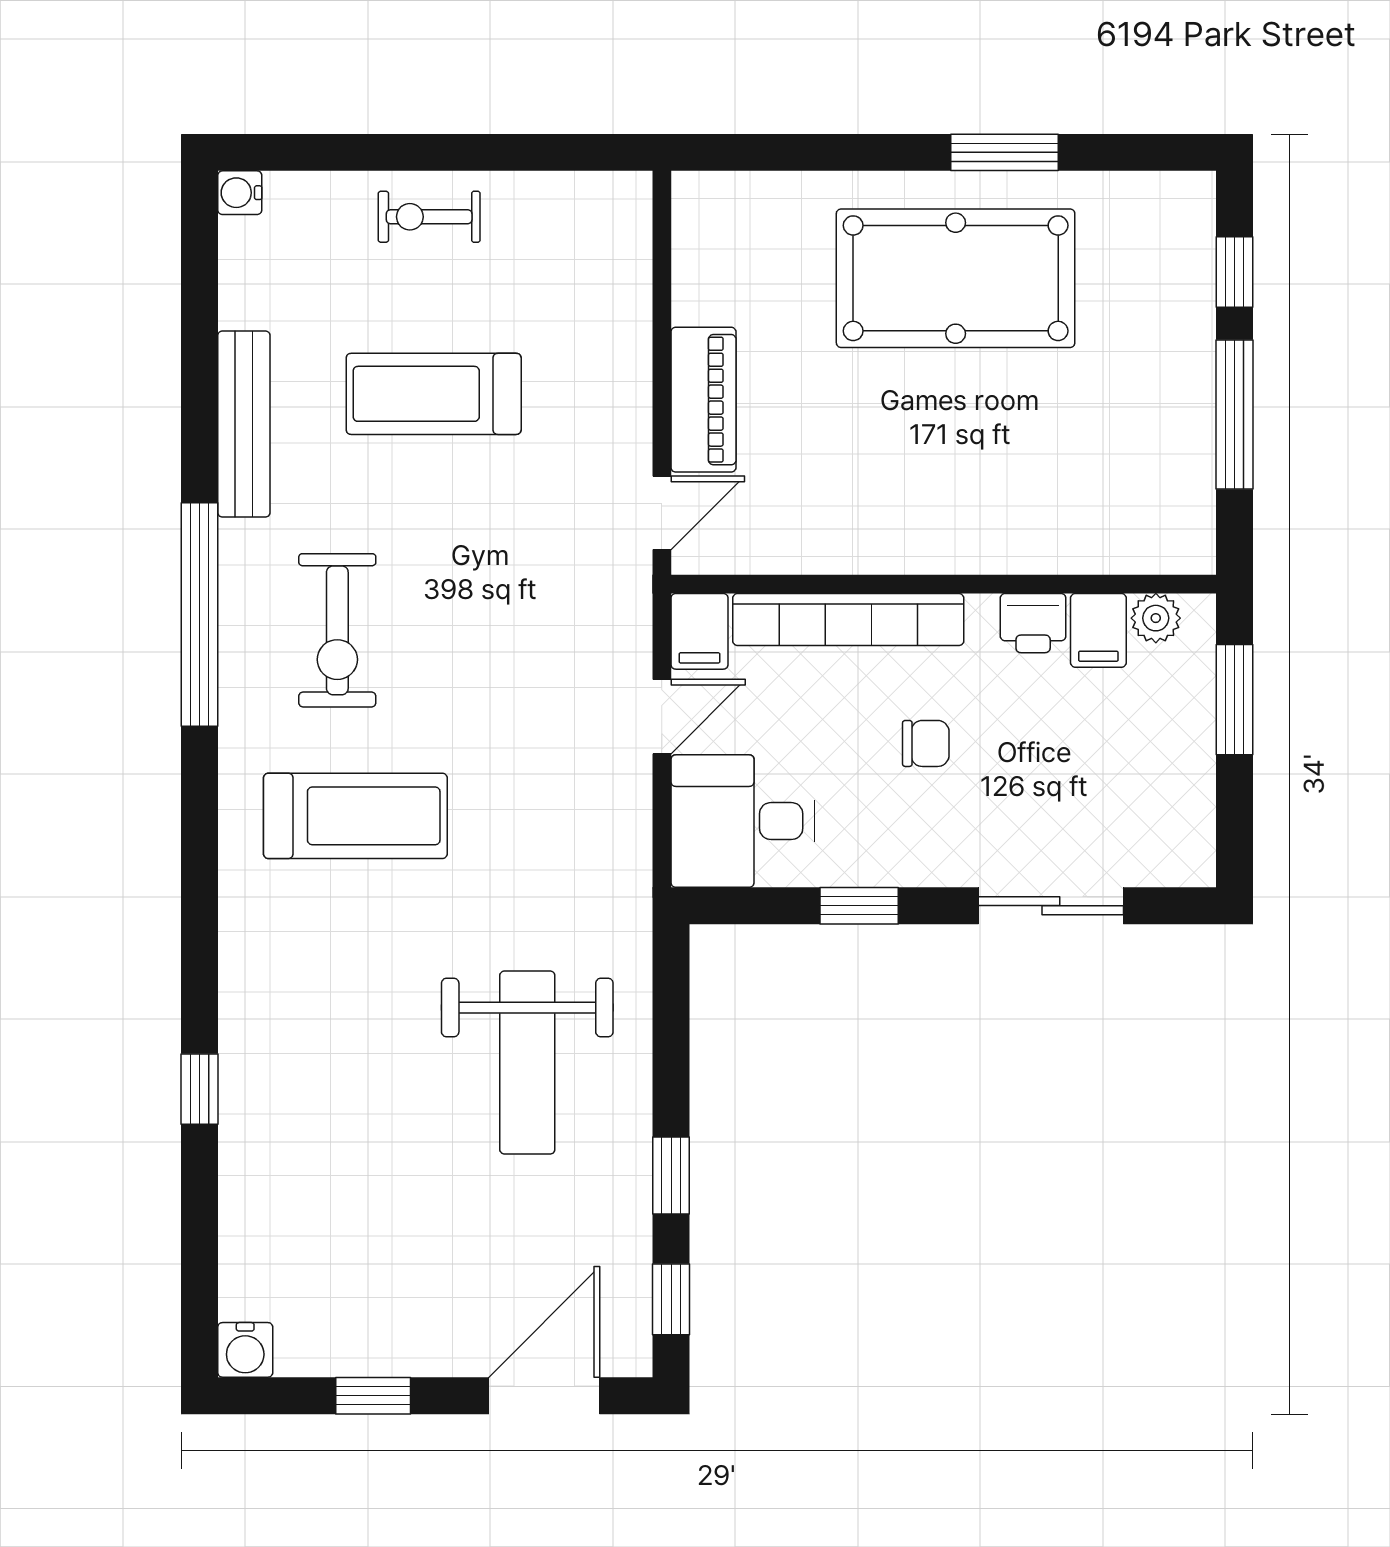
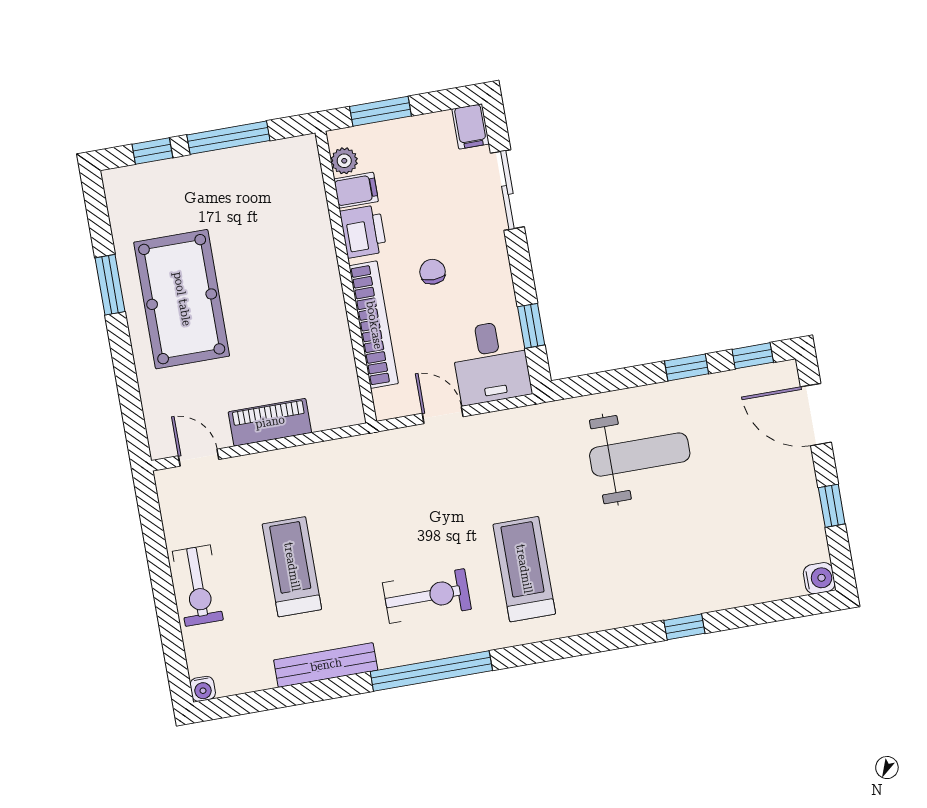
exercise bike: (429, 217) -> (198, 586), width x1.38, depth x1.39
treadmill: (434, 394) -> (292, 567), turned 180
door: (662, 513) -> (199, 458), moved
printer: (1033, 623) -> (363, 231), width x1.36, depth x1.24
filing cabinet: (699, 631) -> (471, 126), moved, turned 90
window: (859, 906) -> (531, 326), moved

